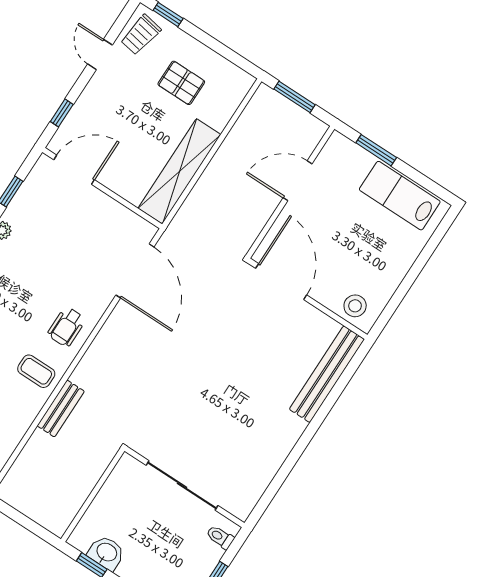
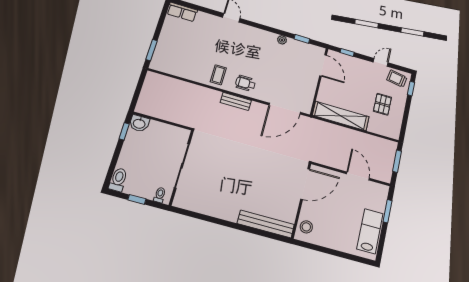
bench: (61, 408) -> (236, 101), moved
washbasin: (106, 553) -> (139, 123), moved, turned 90

